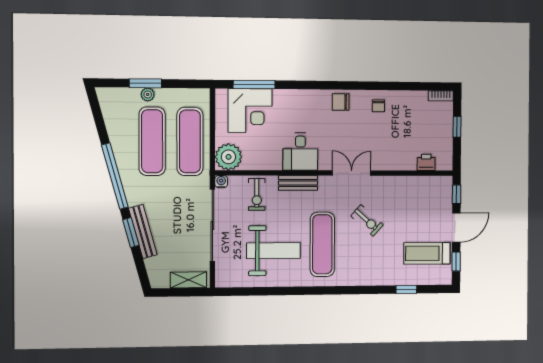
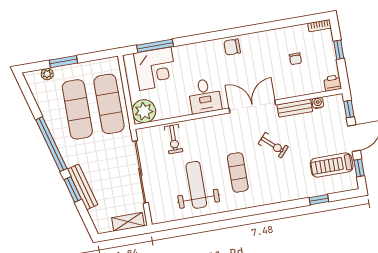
plant: (148, 94) -> (47, 74), moved
chair: (378, 106) -> (295, 59), moved
printer: (426, 162) -> (333, 83), moved
double door: (352, 173) -> (252, 107), width x1.37
water cooler: (221, 182) -> (318, 103), moved
bench: (298, 183) -> (295, 108), moved
exercise mat: (322, 244) -> (238, 172), width x0.73, depth x0.69
weight bench: (273, 251) -> (196, 185), turned -90

